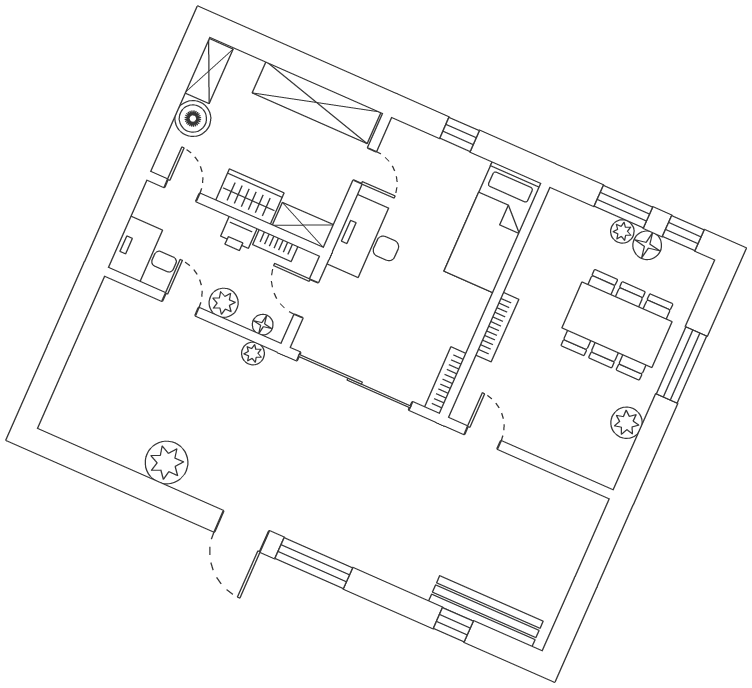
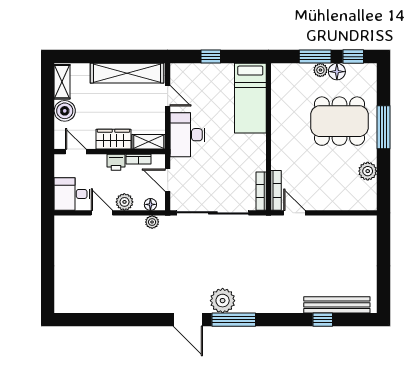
bookcase: (497, 327) -> (276, 190), moved
plant: (167, 463) -> (223, 301), moved

